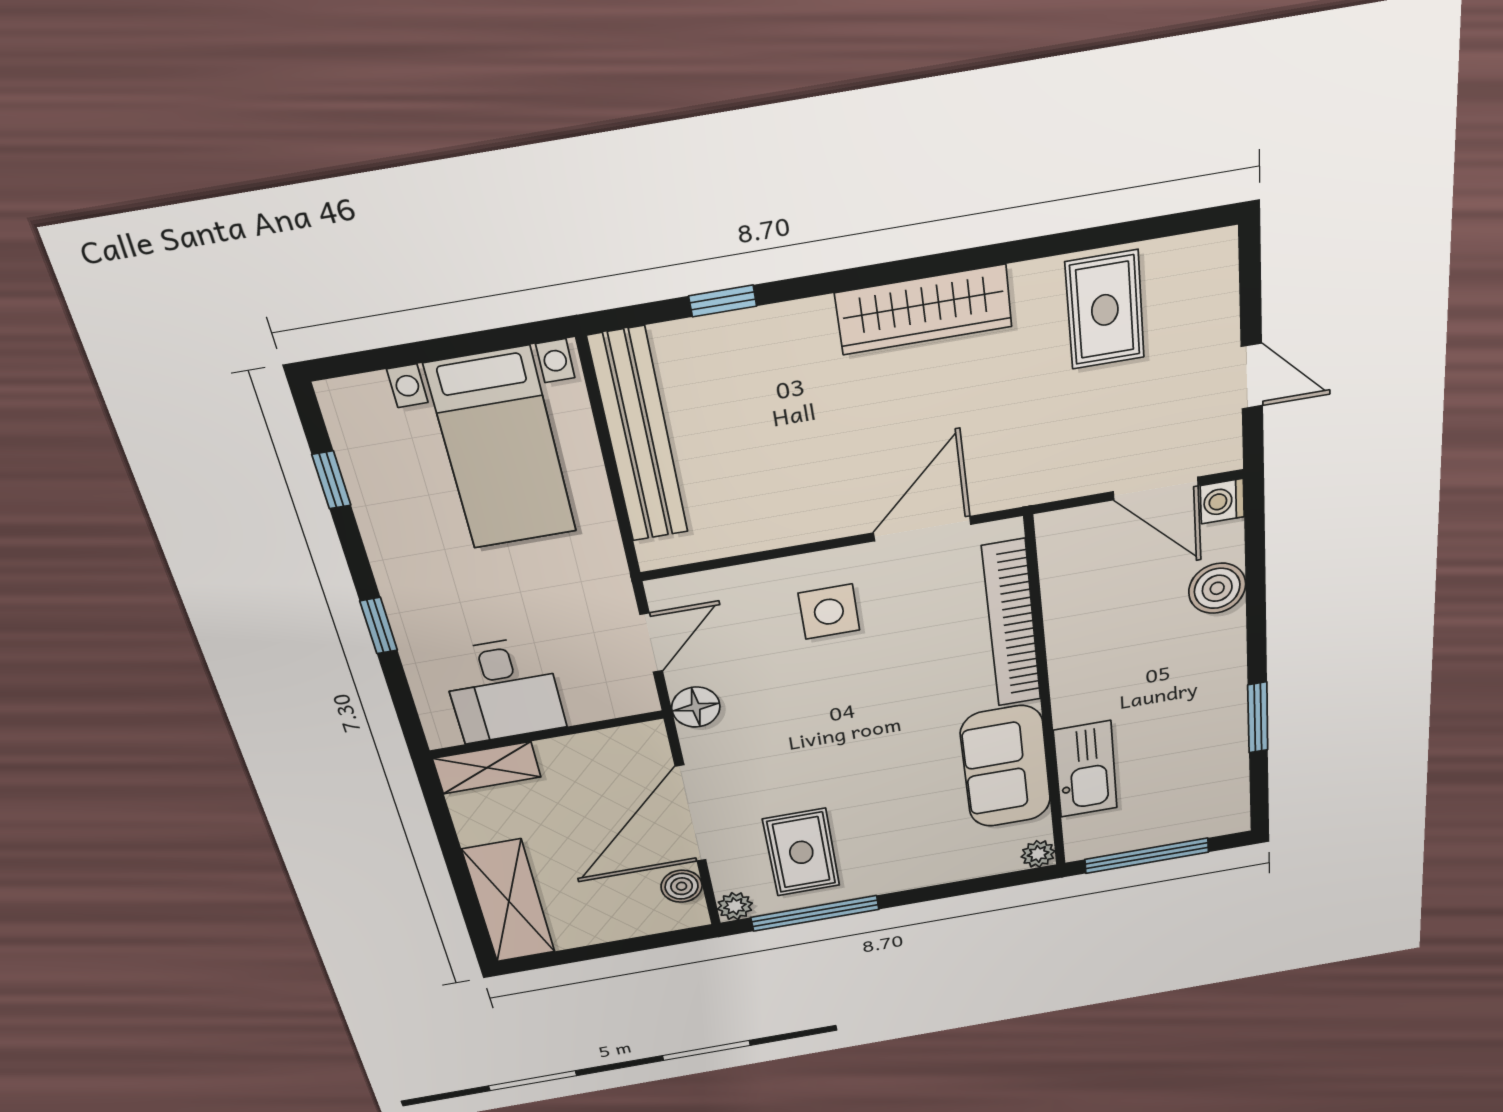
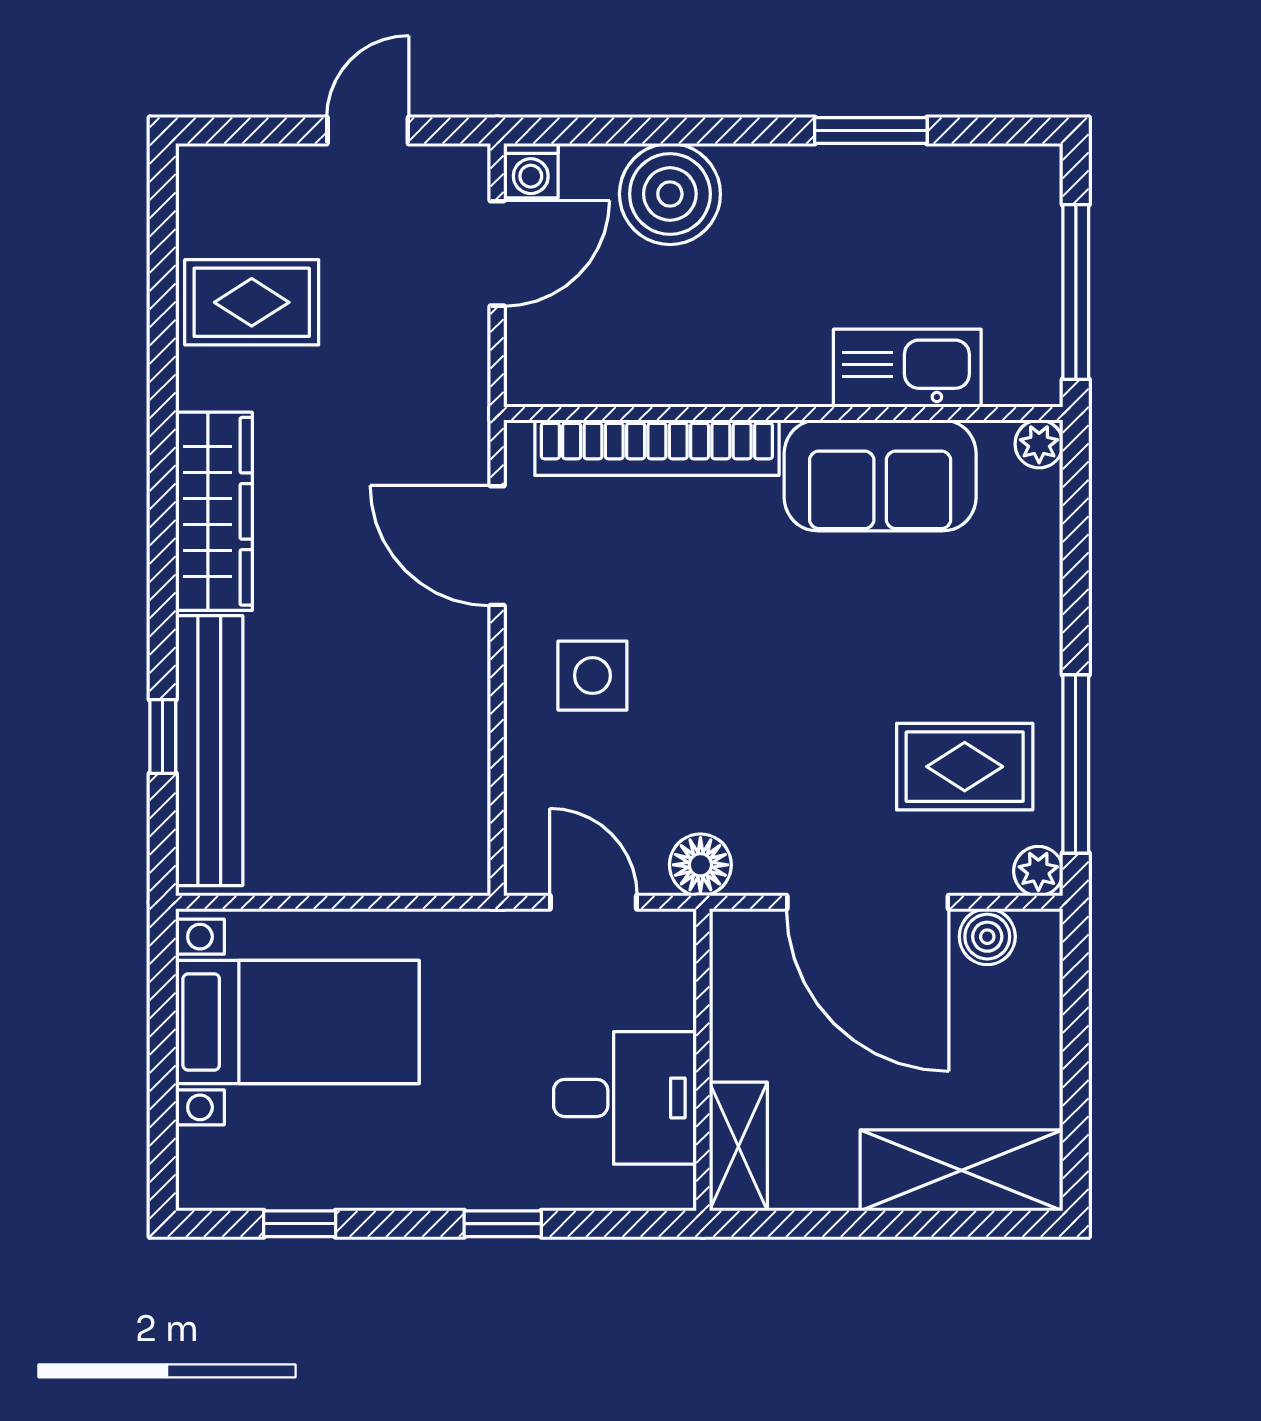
bench: (639, 436) -> (209, 751), moved, turned 90
boiler: (1217, 588) -> (670, 194), width x1.37, depth x1.37

